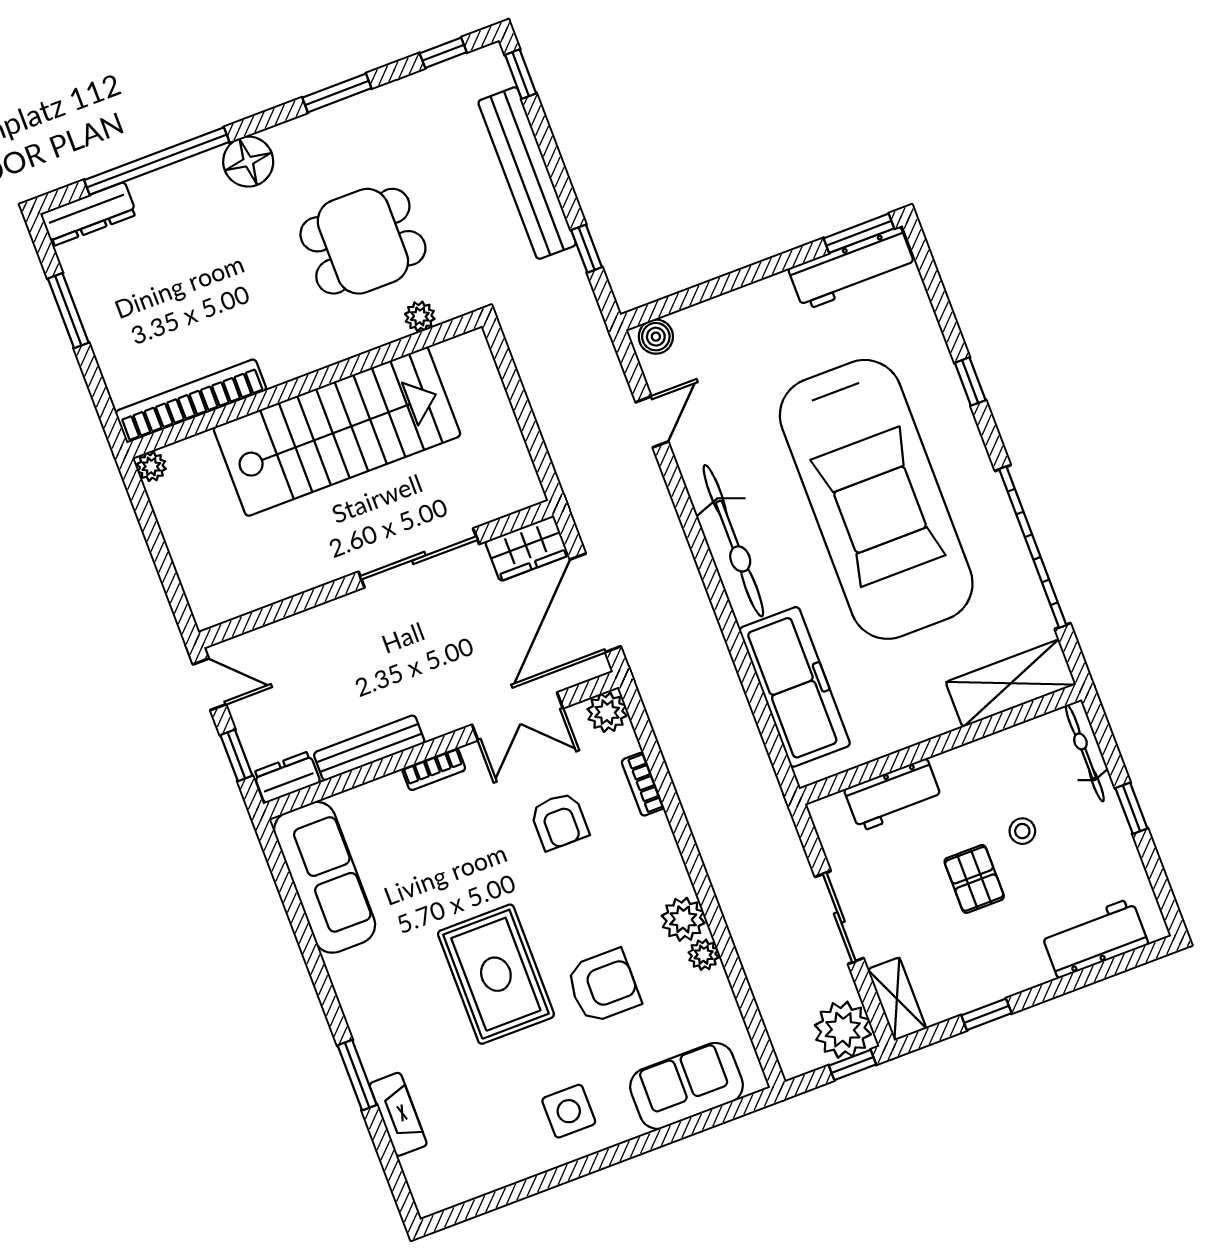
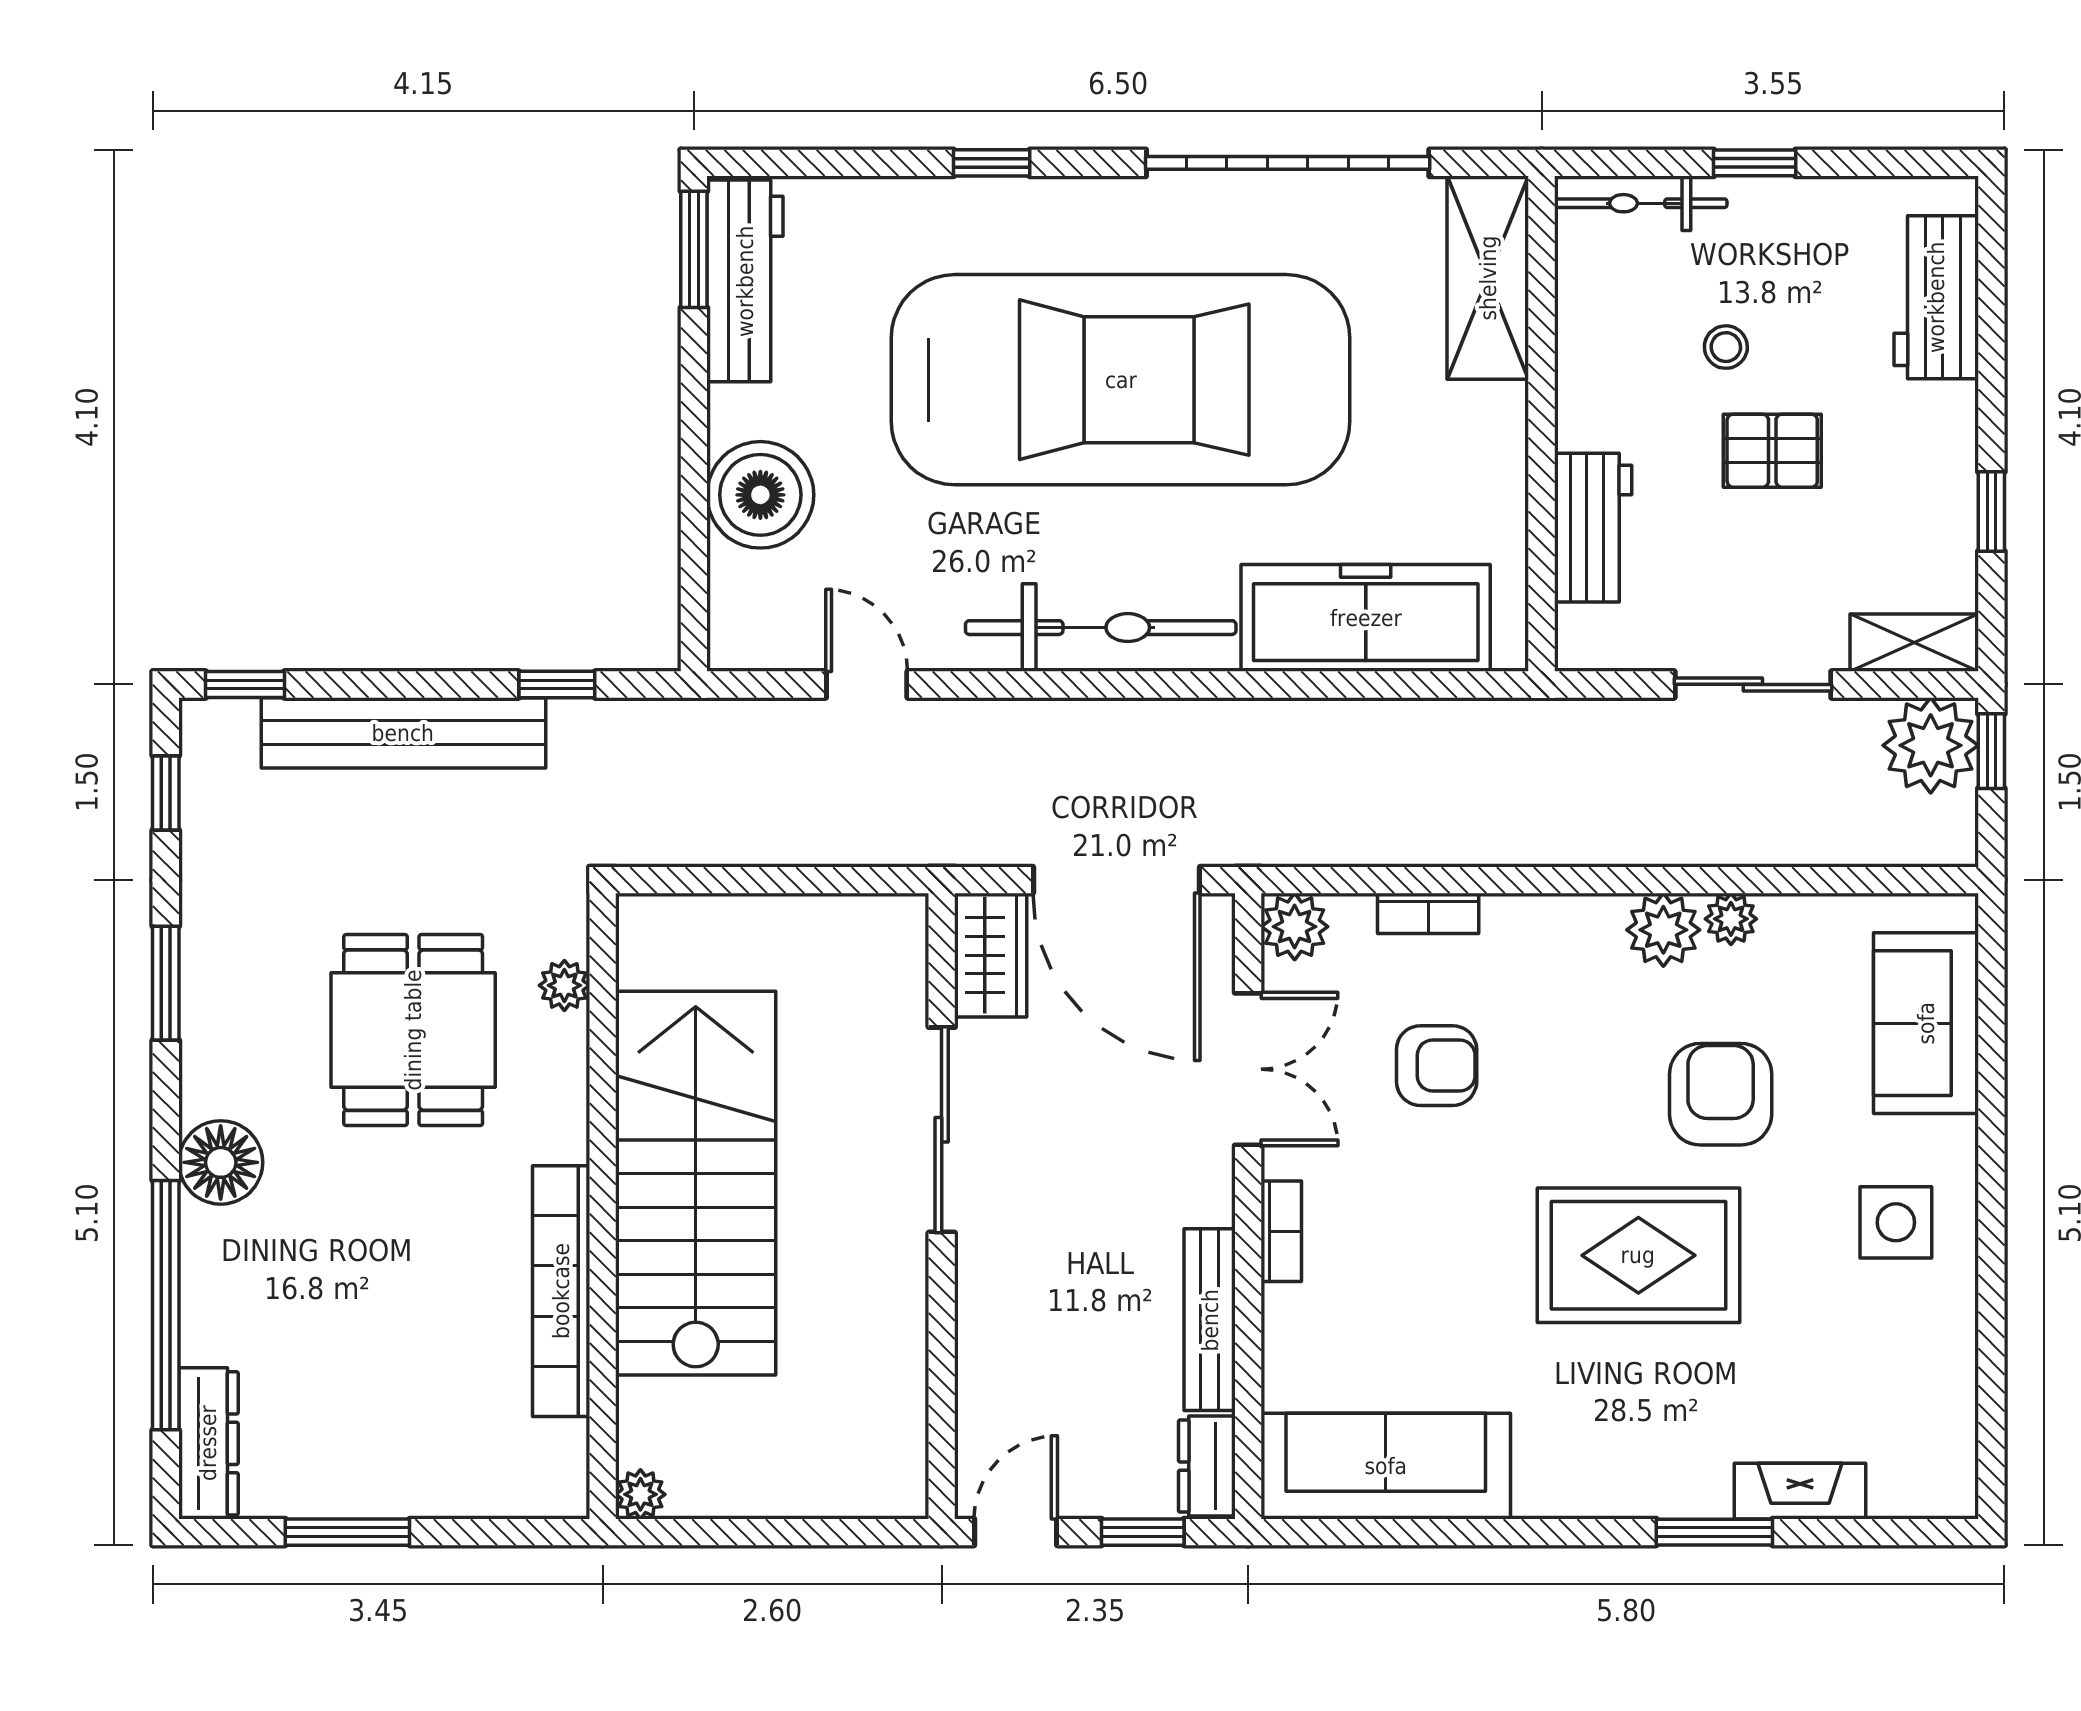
boiler: (656, 337) -> (760, 495), moved, width x1.86, depth x1.86
bookcase: (191, 401) -> (561, 1291), moved

